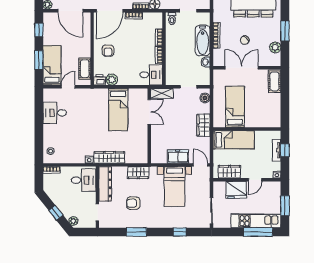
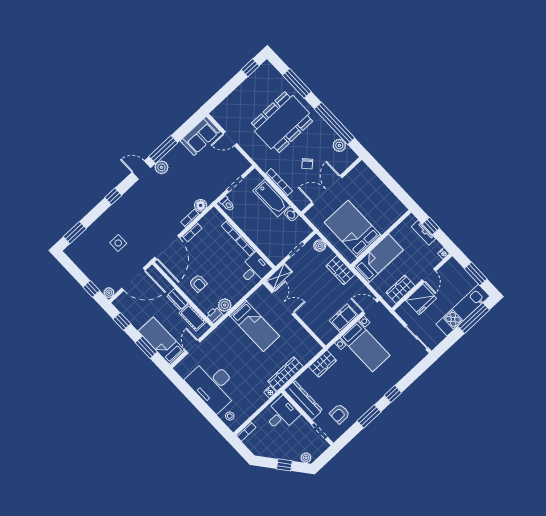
window: (285, 31) -> (334, 123), width x2.11
dresser: (86, 49) -> (177, 299), added
cot: (275, 81) -> (366, 175), removed
bed: (235, 107) -> (353, 229), width x1.50
desk: (55, 113) -> (213, 385), width x1.87, depth x1.30
armchair: (133, 203) -> (340, 414), moved
window: (180, 232) -> (393, 394), moved

